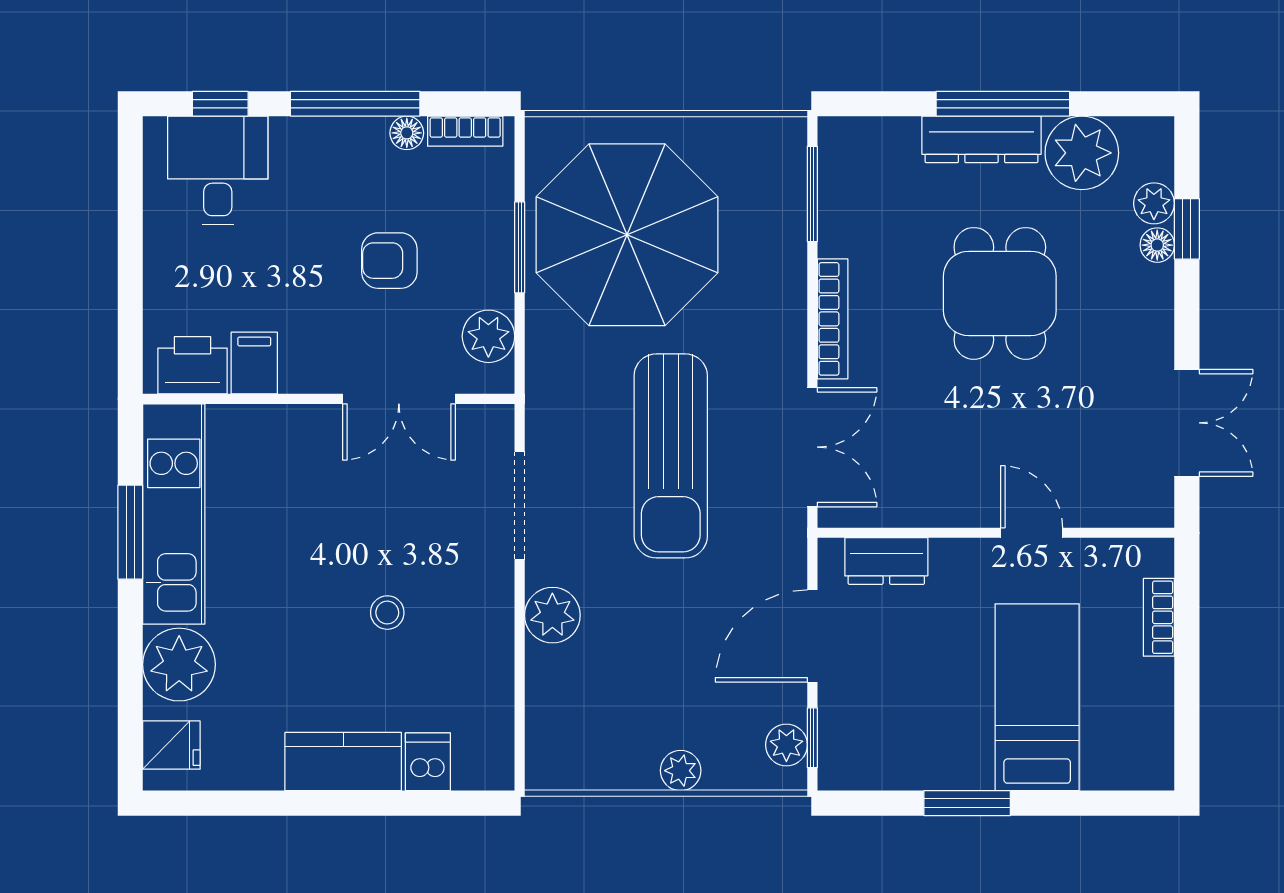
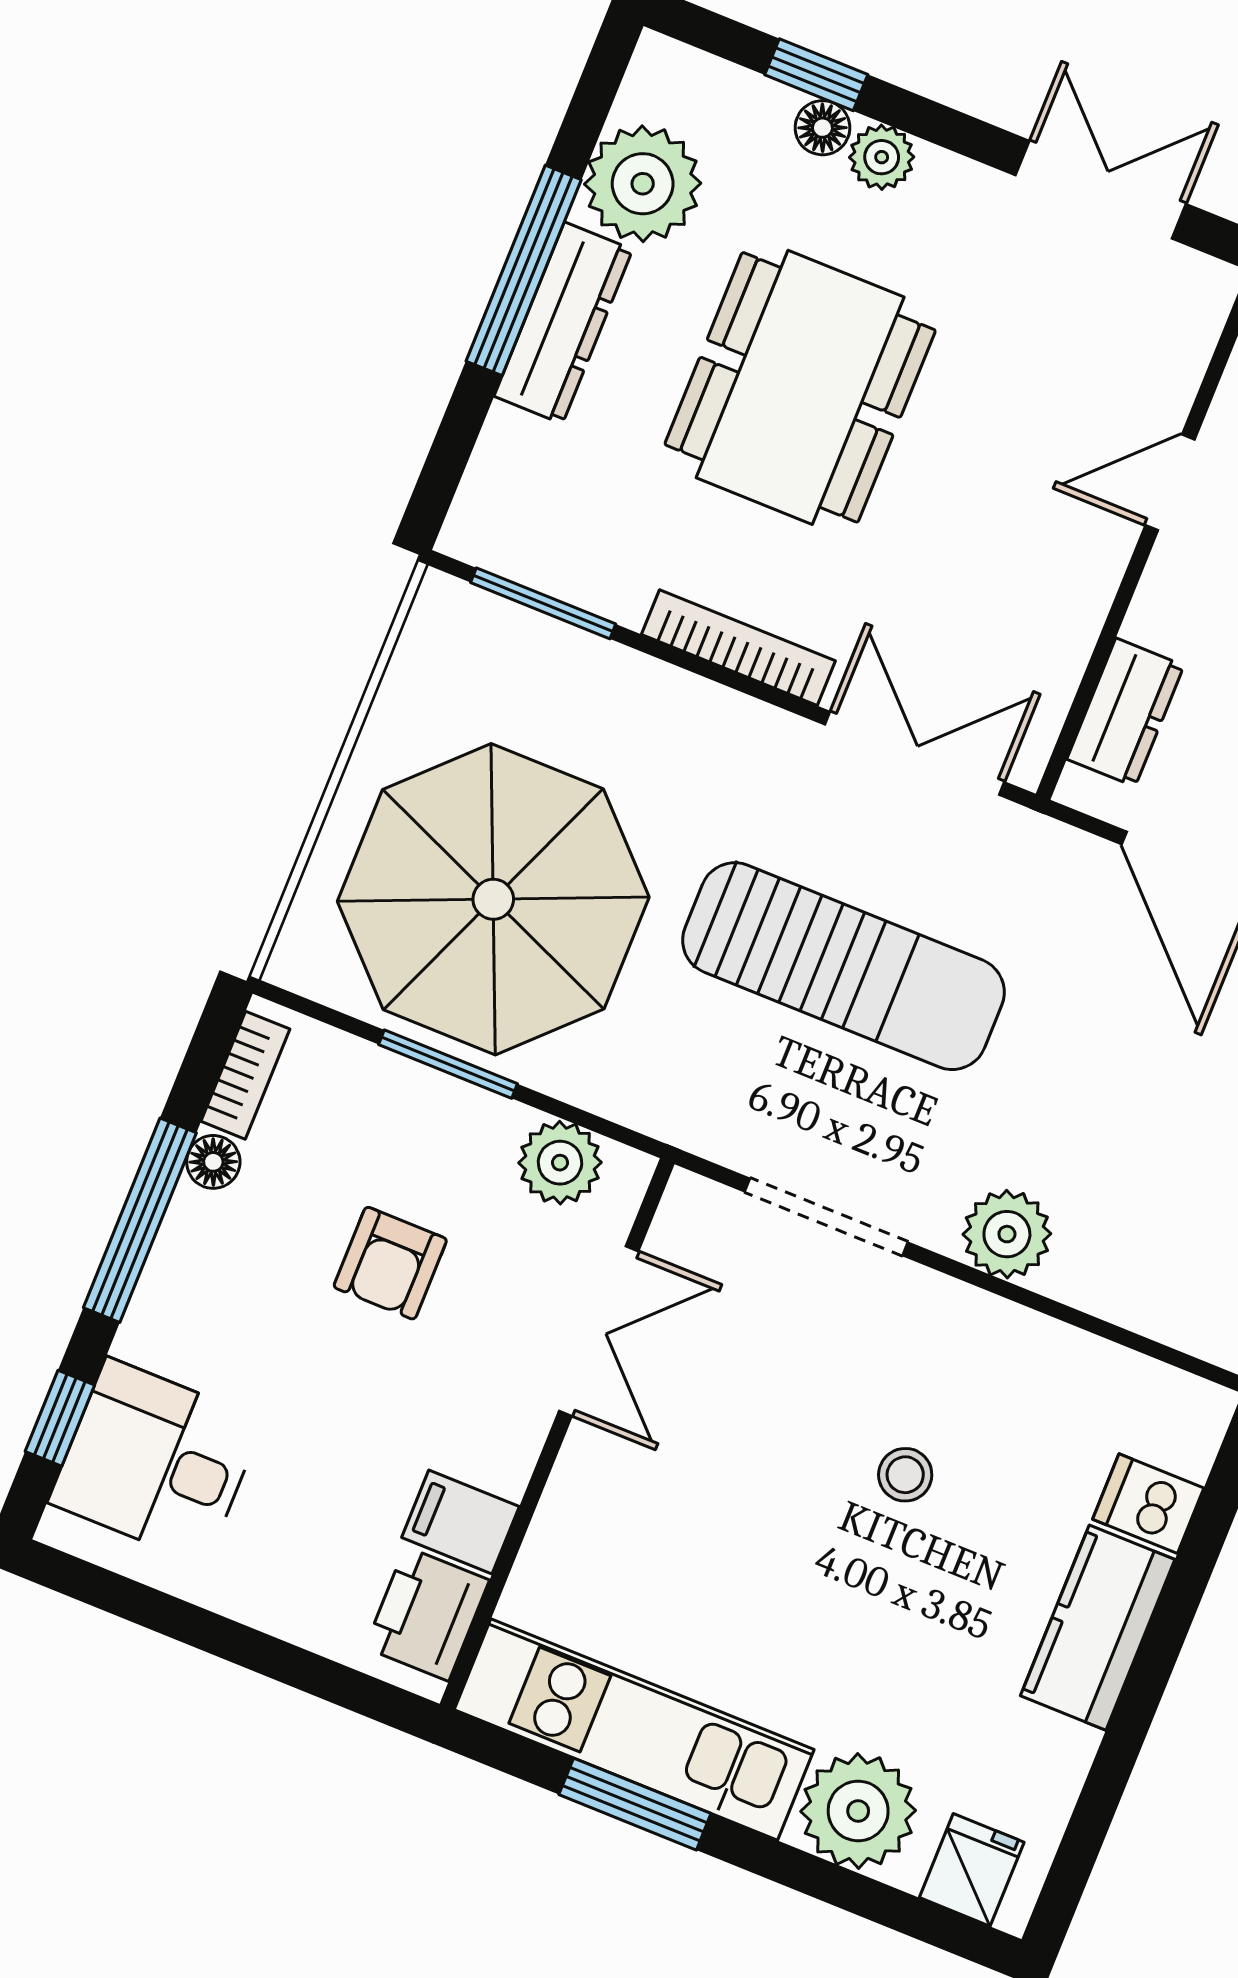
plant: (1154, 203) -> (882, 157), moved
dining table: (1000, 293) -> (800, 387), width x1.37

